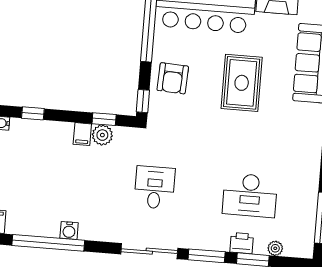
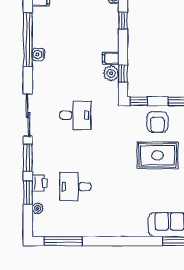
armchair: (173, 78) -> (157, 122), turned -93
rug: (242, 83) -> (158, 155), moved
desk: (250, 195) -> (75, 186), width x0.73

